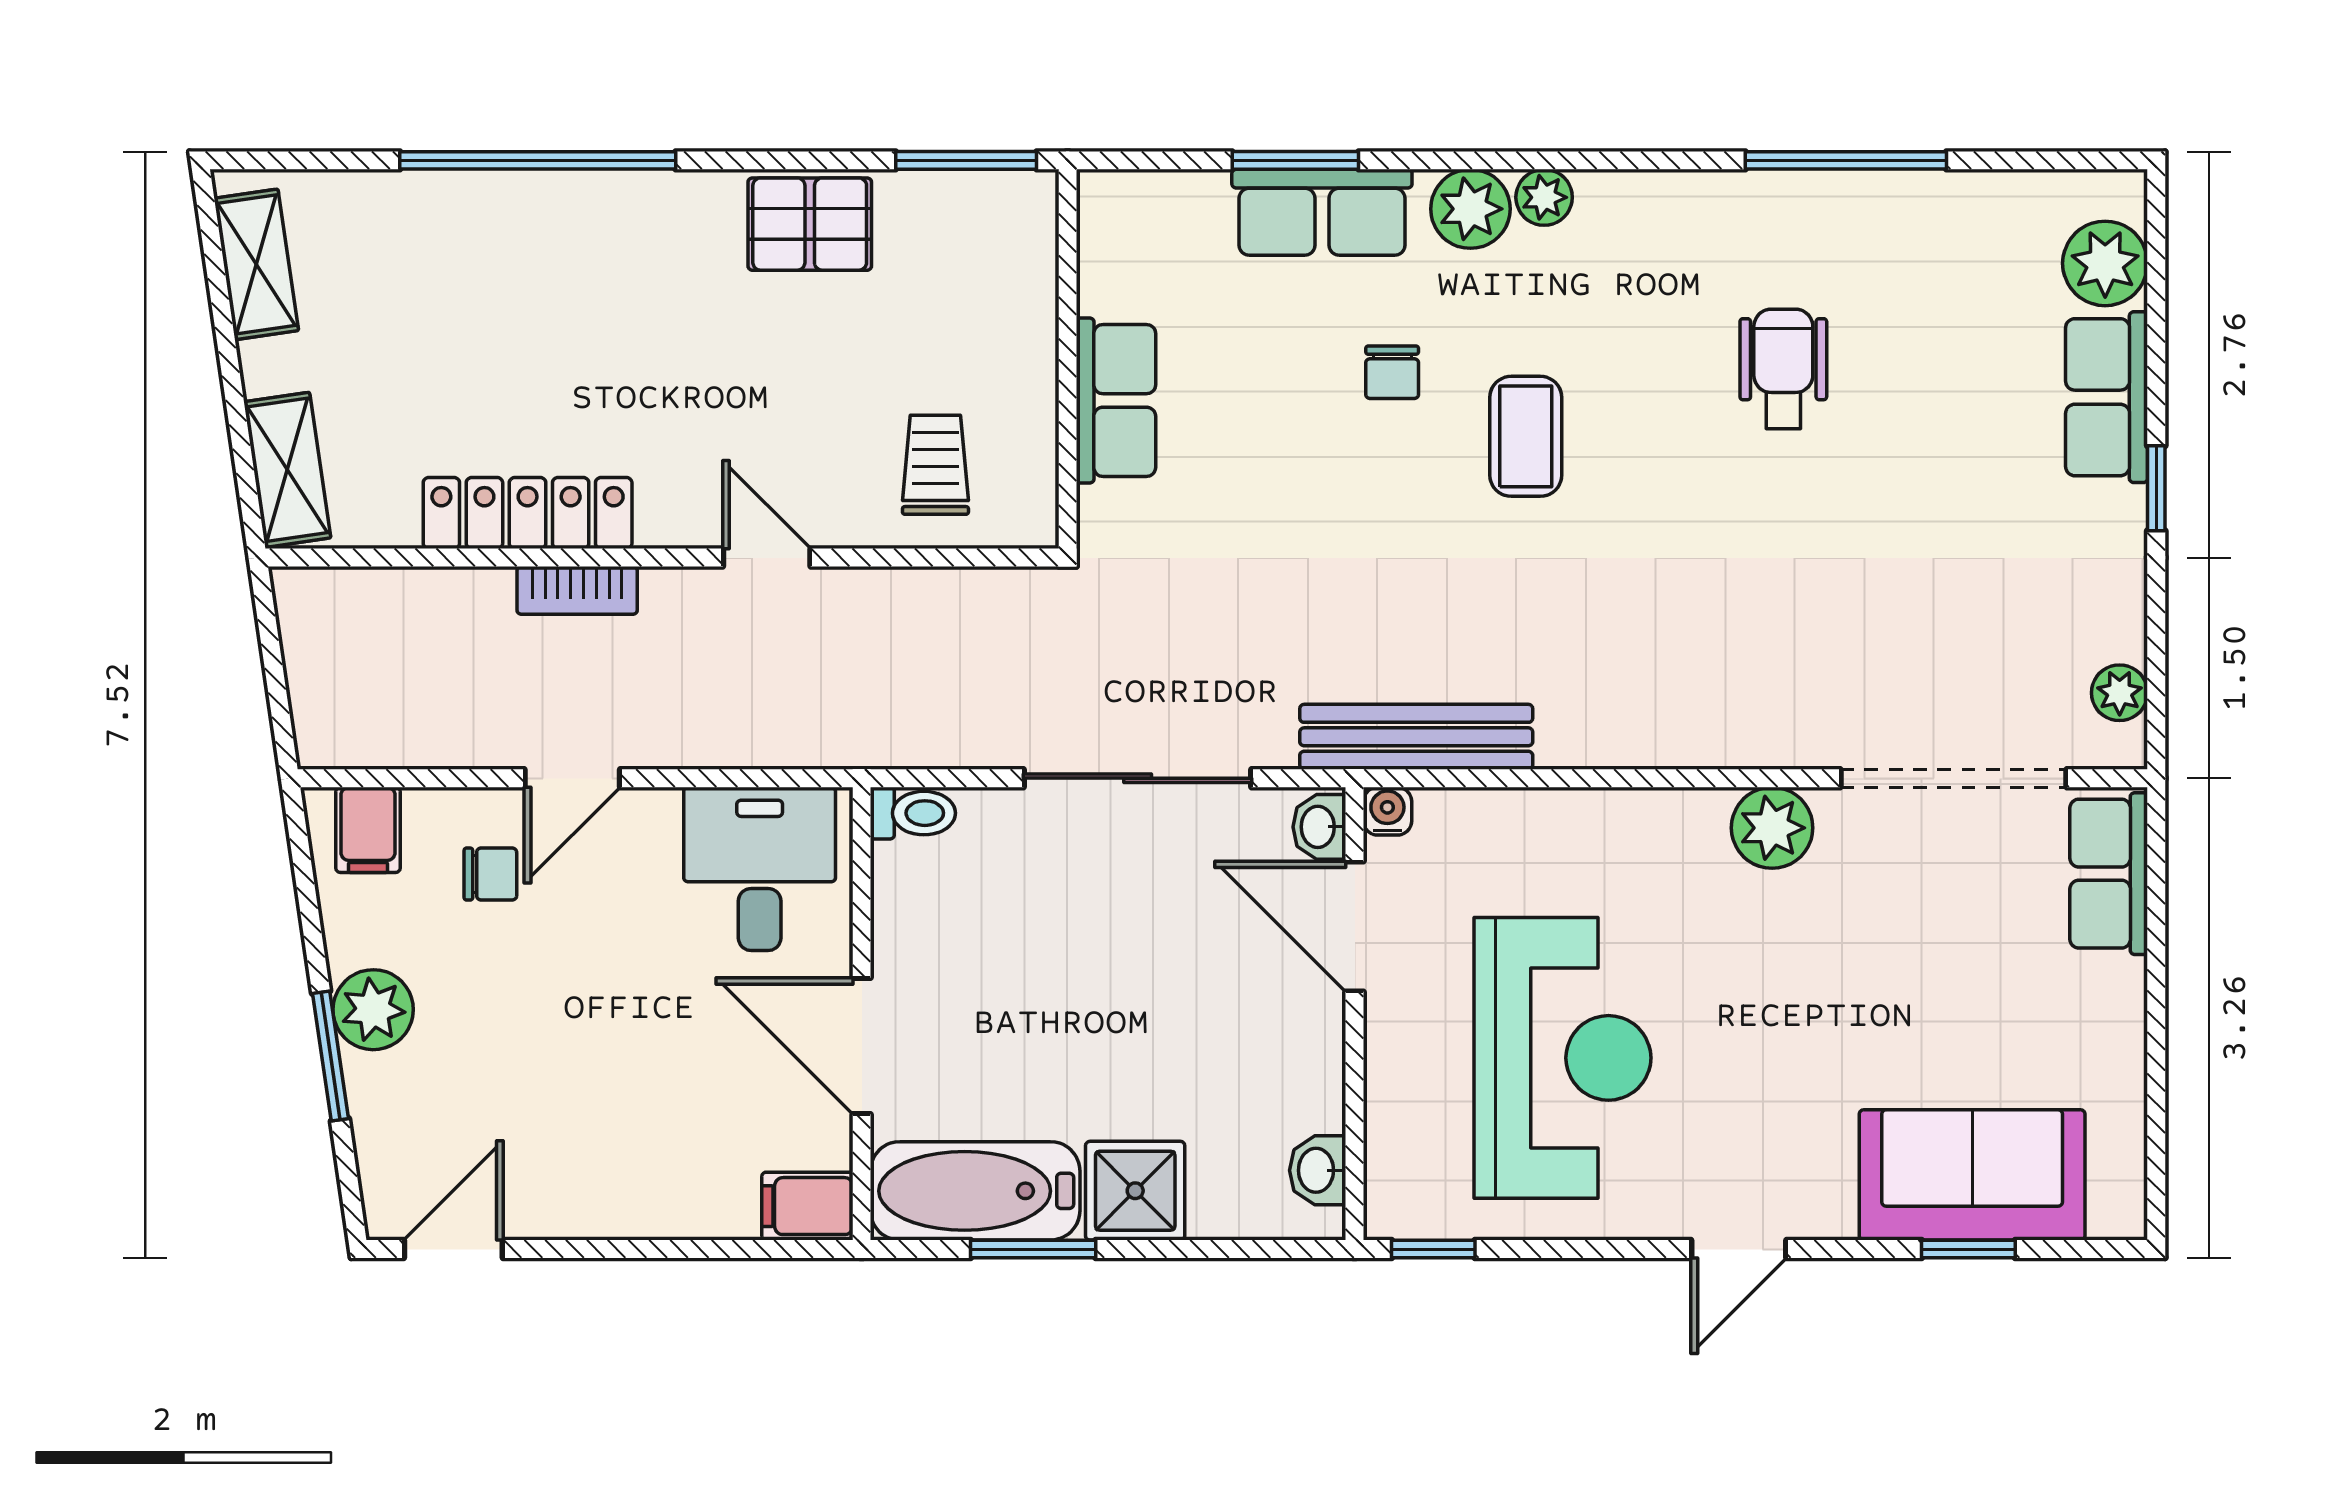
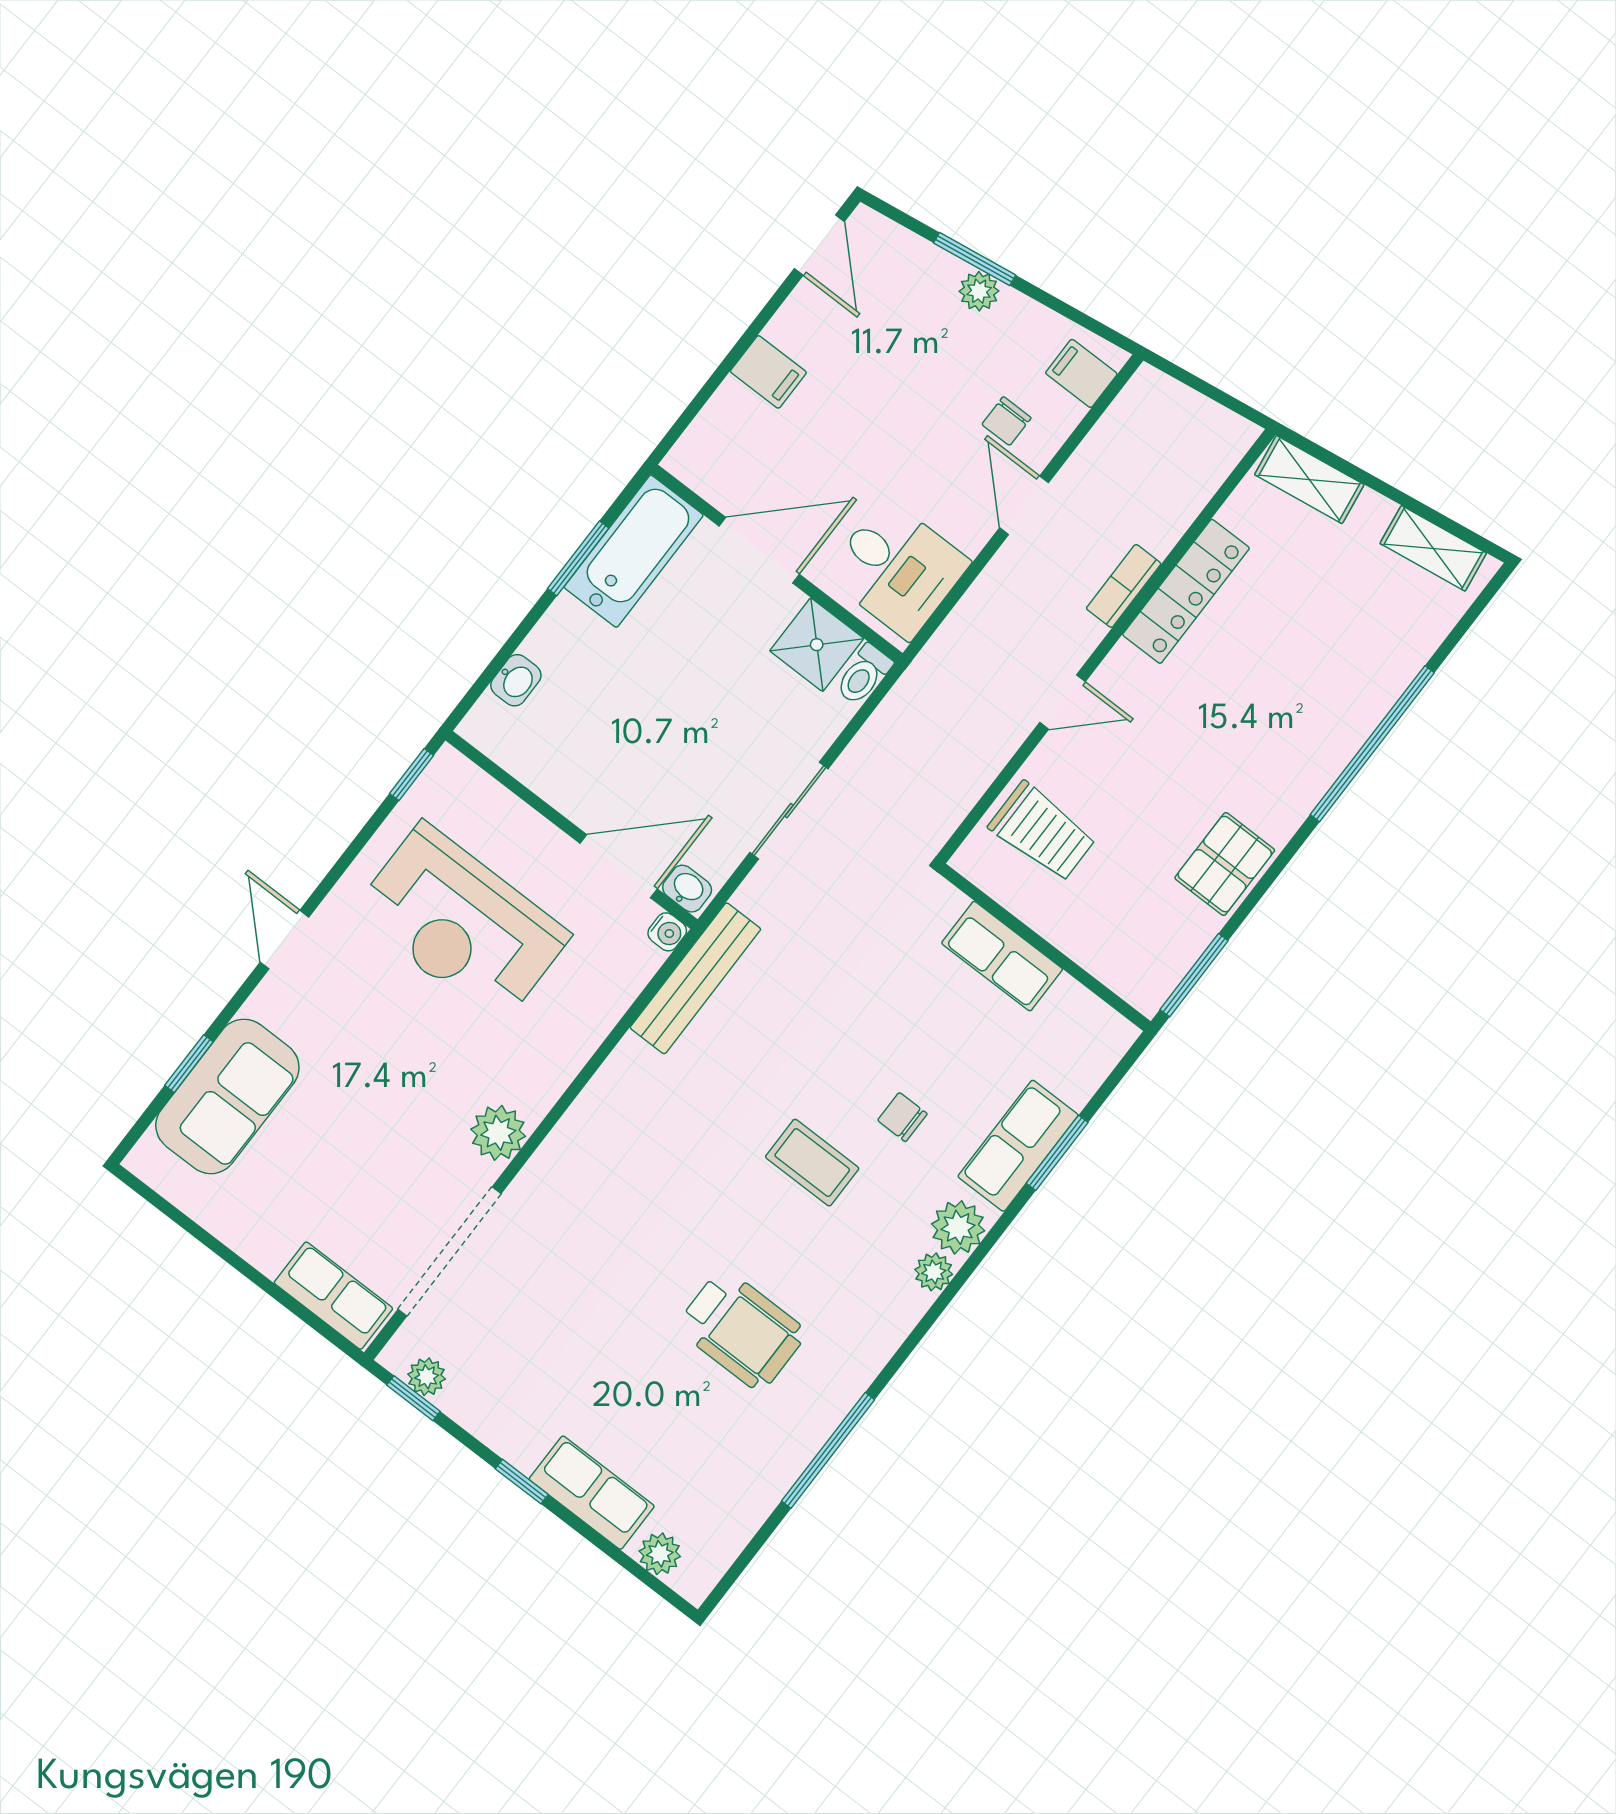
plant: (2105, 263) -> (660, 1554), width x0.73, depth x0.73
wheelchair: (1783, 369) -> (742, 1330), width x1.36, depth x1.37
trolley: (935, 465) -> (1042, 832), width x1.36, depth x1.39
window: (2156, 689) -> (413, 1398), added
sliding door: (1138, 778) -> (789, 811), width x0.73
plant: (373, 1010) -> (979, 291), width x0.73, depth x0.73
washbasin: (1318, 1170) -> (516, 680), moved, turned 90
shower: (1135, 1191) -> (817, 645), moved
filing cabinet: (807, 1206) -> (768, 372), moved, turned 90

